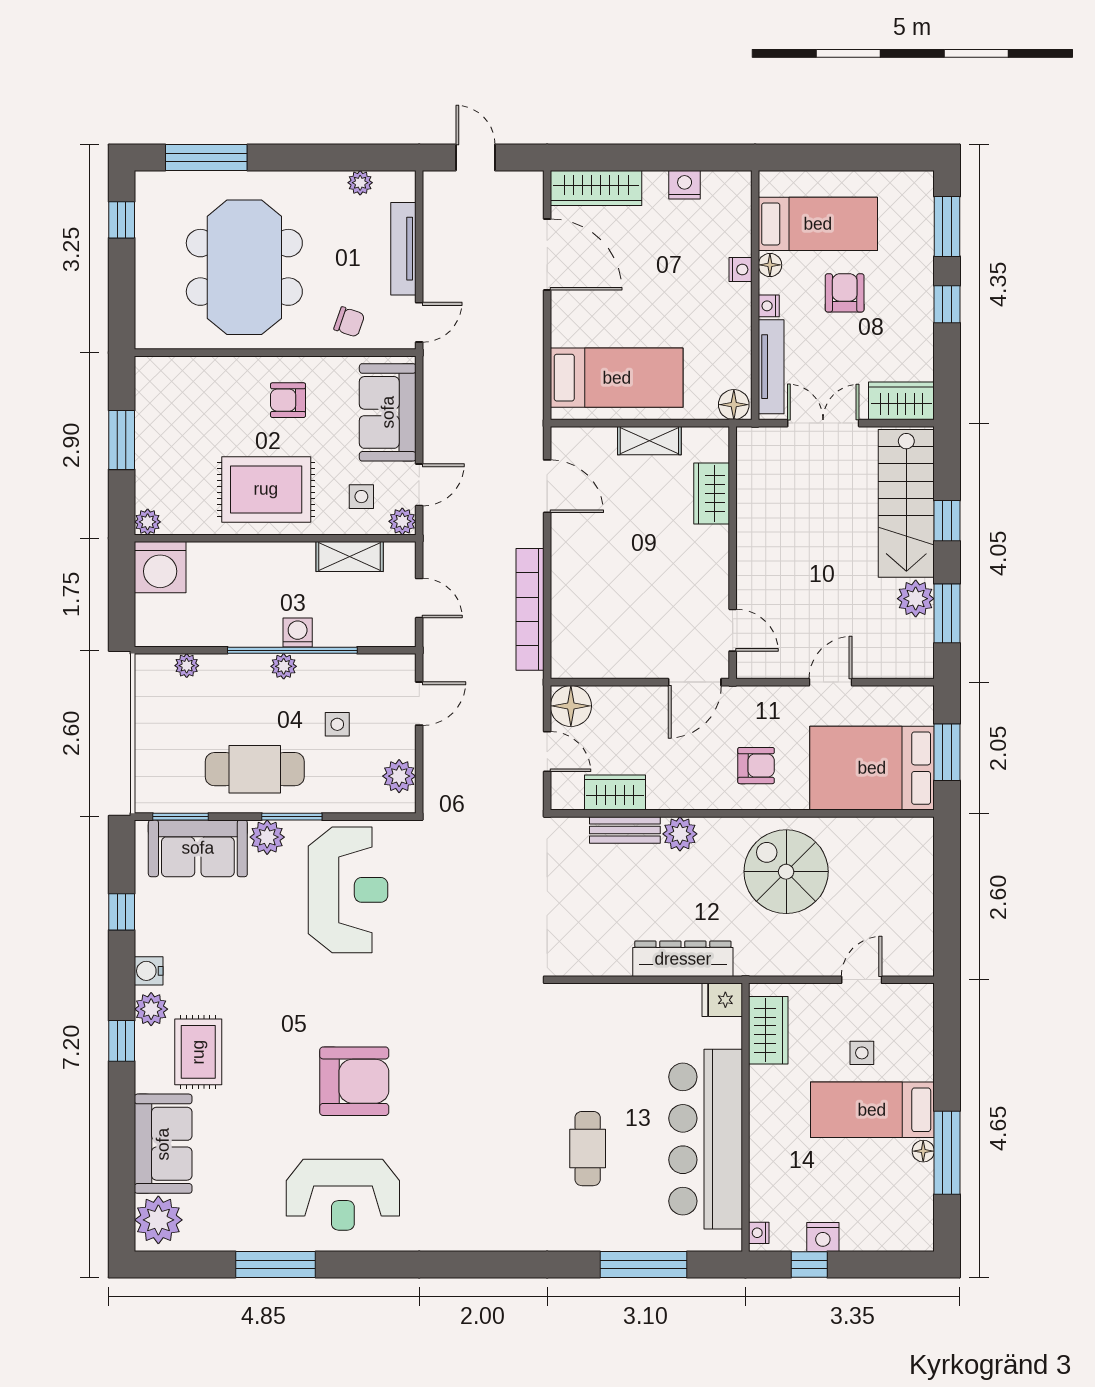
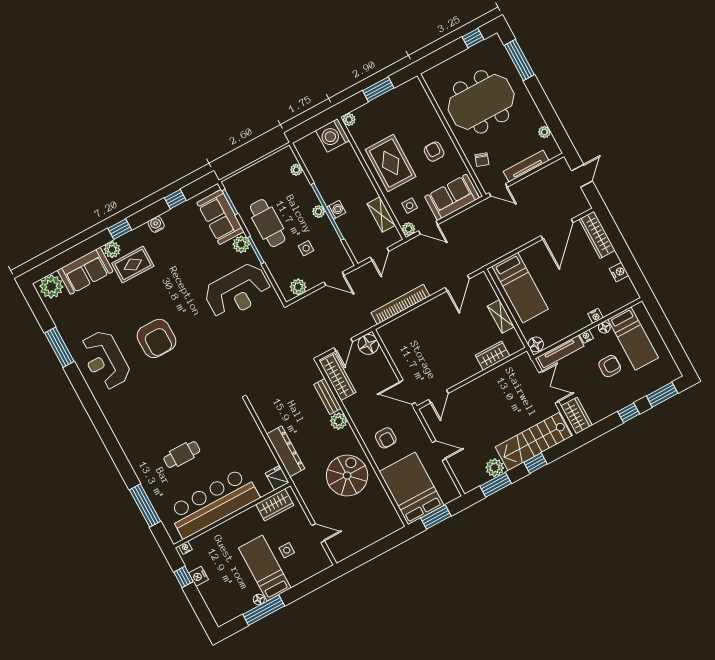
wardrobe: (615, 793) -> (338, 377), width x1.50
plant: (151, 1009) -> (112, 250), moved

